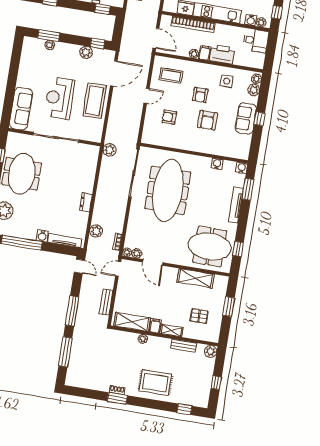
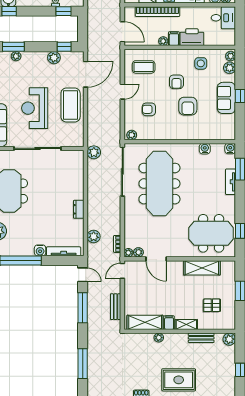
plant: (149, 139) -> (132, 135), added
tv unit: (236, 205) -> (231, 182), width x0.71
window: (72, 311) -> (83, 308), moved

